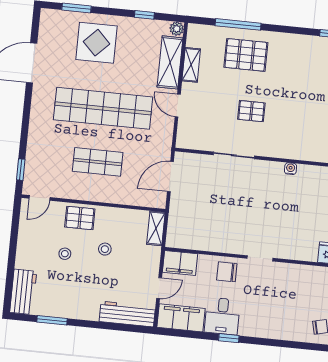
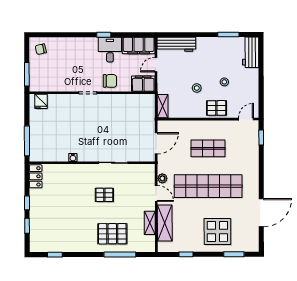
plant: (177, 29) -> (162, 178), moved

